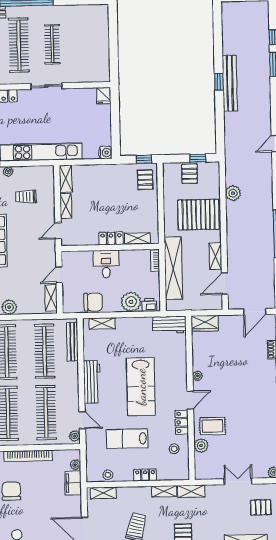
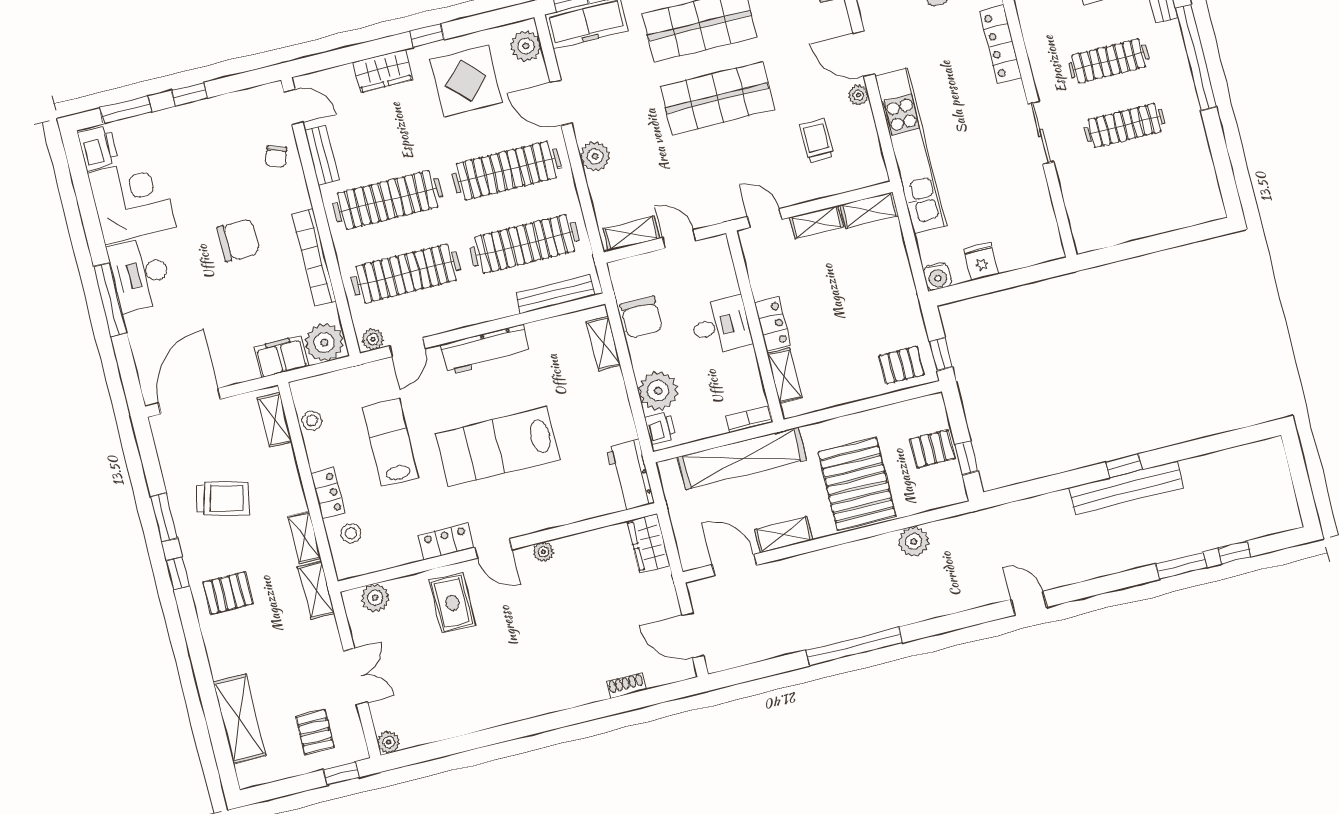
clothes rail: (19, 45) -> (1109, 61), width x0.73, depth x0.76
fridge: (104, 96) -> (981, 262), moved, turned 90
plant: (201, 446) -> (375, 598), moved
stool: (174, 449) -> (351, 533), moved
plant: (75, 465) -> (324, 342), width x1.88, depth x1.88

